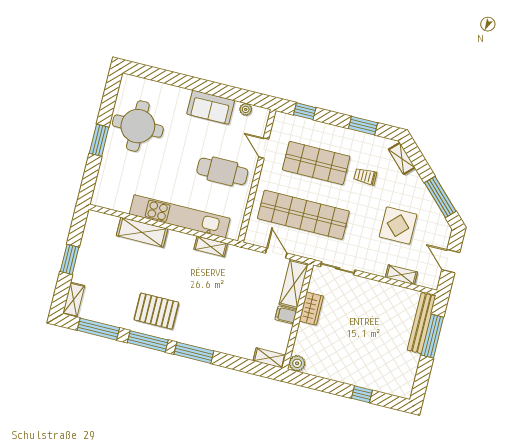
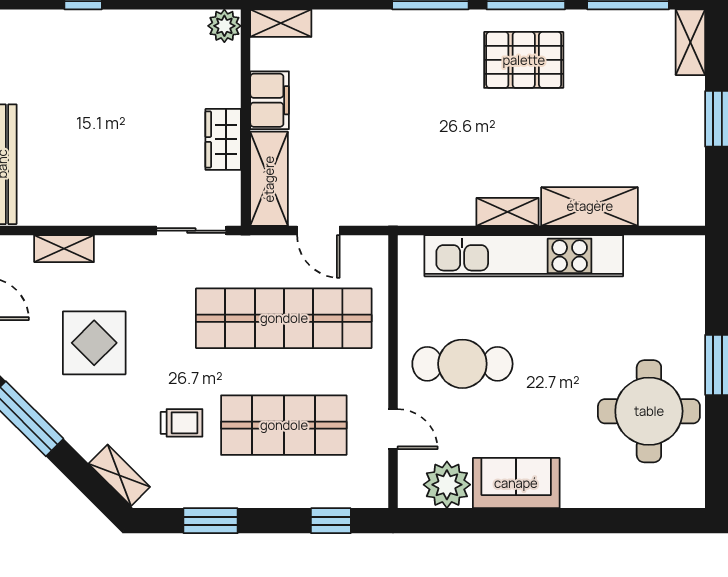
plant: (246, 109) -> (447, 485), width x1.87, depth x1.87
shelving: (211, 246) -> (508, 212), moved
filing cabinet: (286, 315) -> (270, 100), width x2.00

